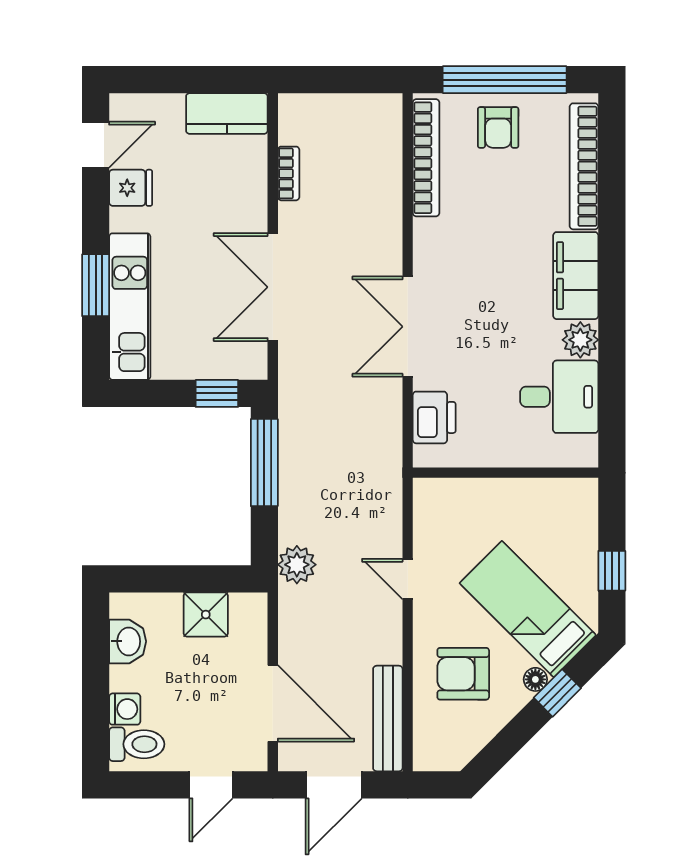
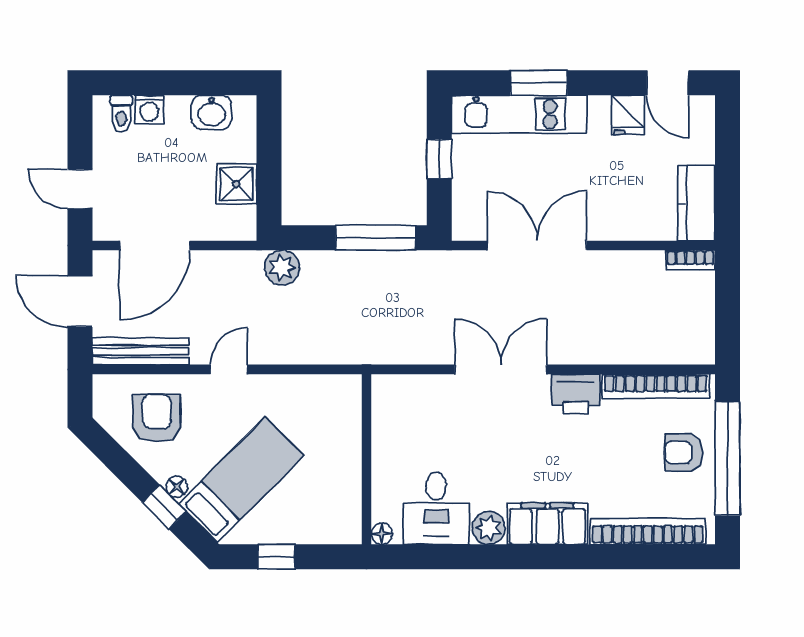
bookcase: (289, 173) -> (690, 260), moved
window: (217, 393) -> (439, 159), moved
printer: (434, 417) -> (576, 394), moved
floor lamp: (587, 456) -> (382, 534), added
door: (408, 579) -> (229, 369), moved
armchair: (463, 674) -> (157, 418), moved
toilet: (137, 744) -> (121, 114), width x0.73, depth x0.72

